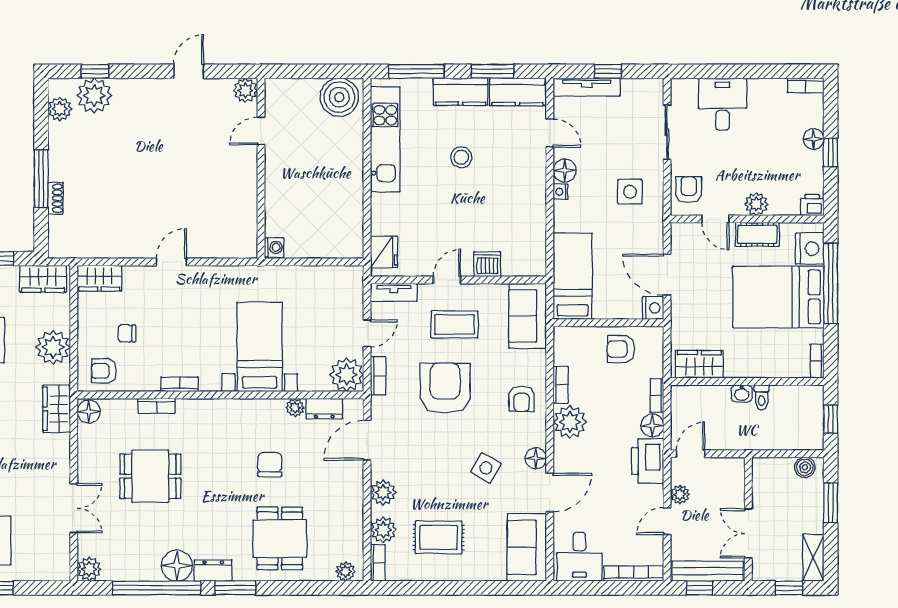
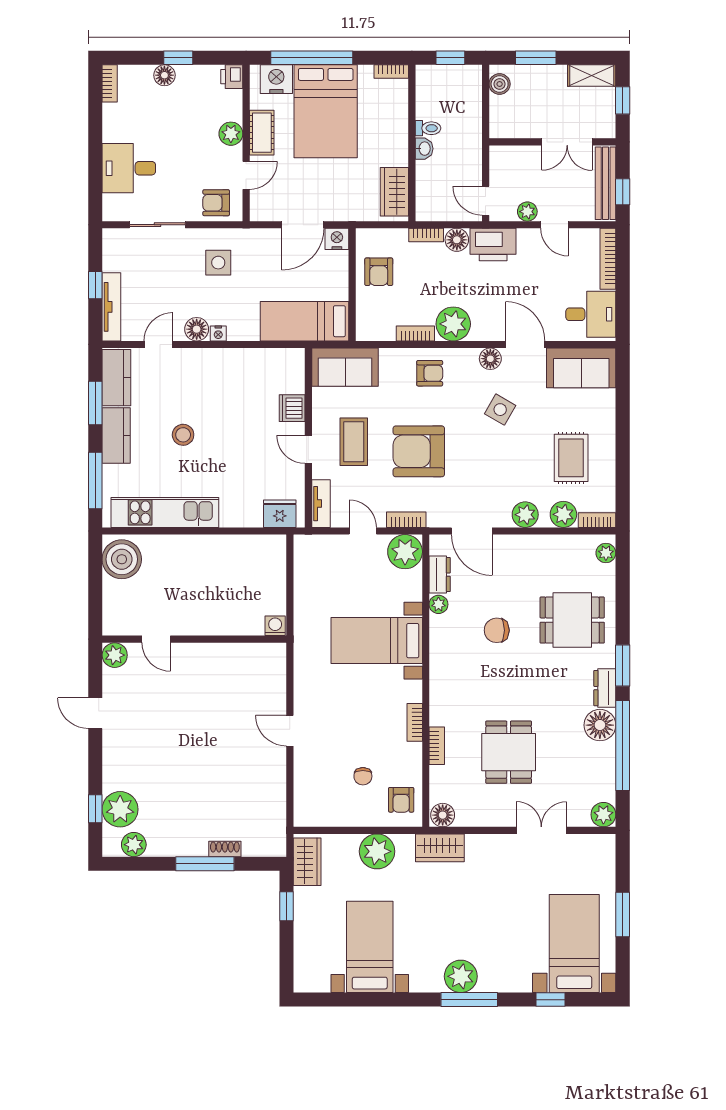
wardrobe: (99, 278) -> (306, 804), removed

